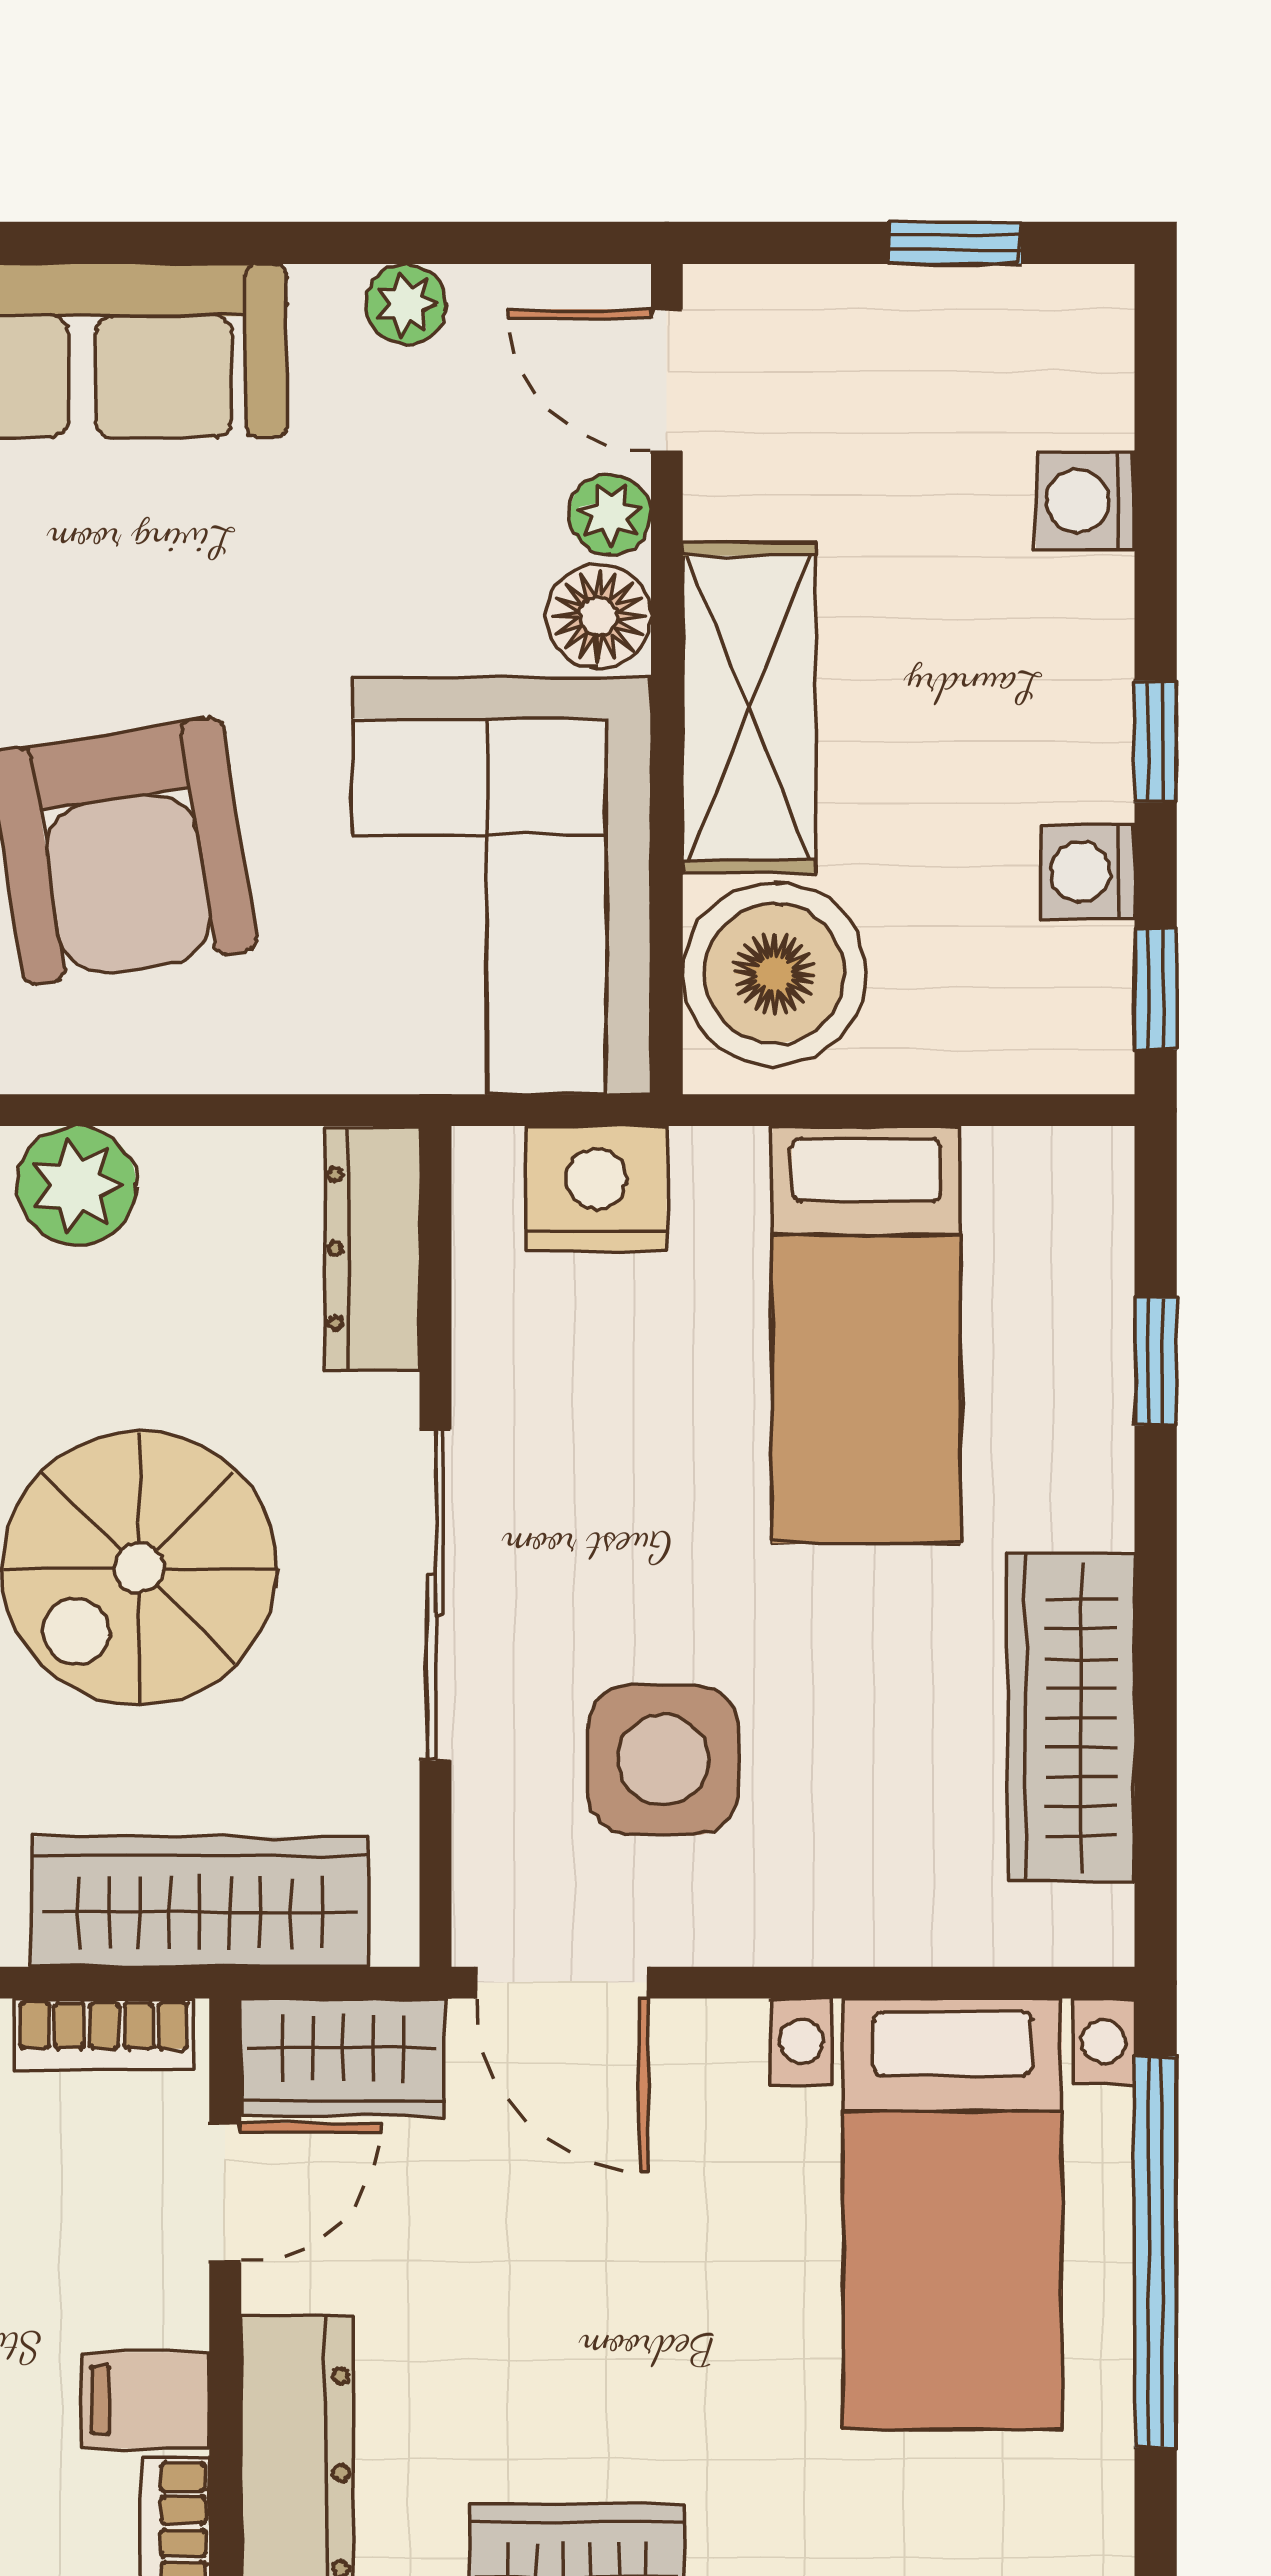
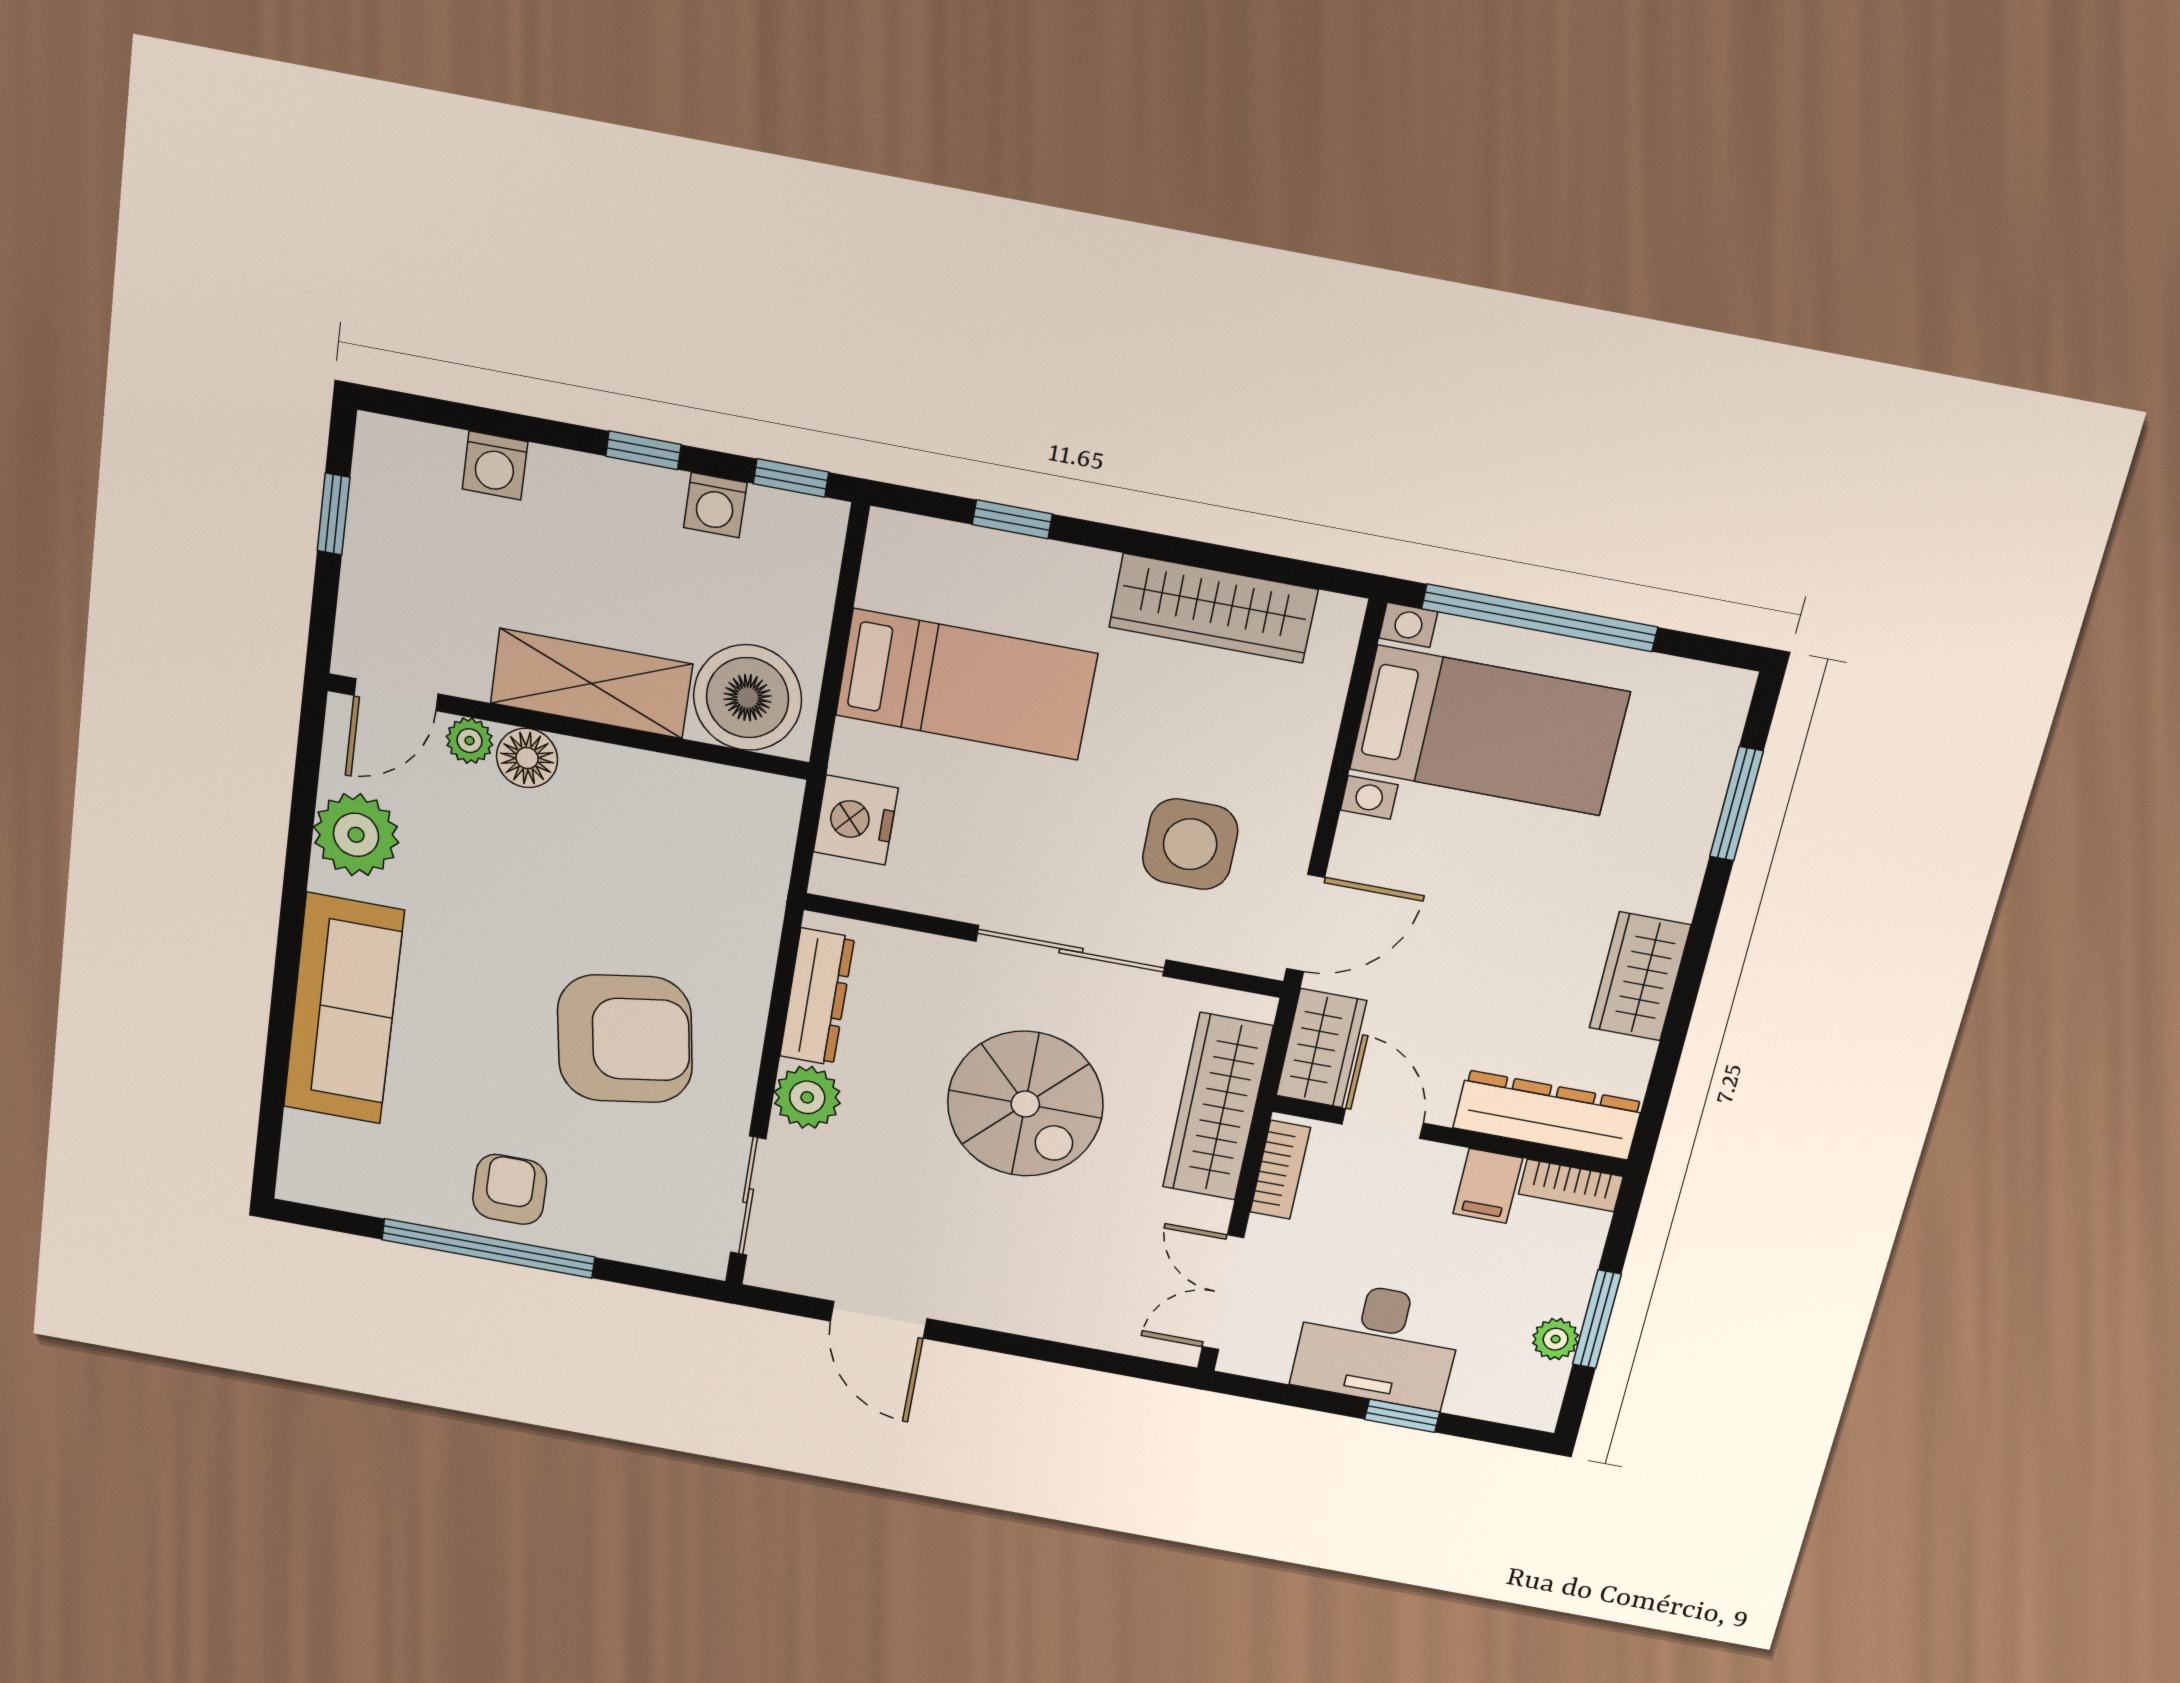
plant: (406, 304) -> (356, 835), width x1.88, depth x1.88
corner sofa: (502, 886) -> (674, 840), removed
dresser: (372, 1249) -> (817, 997), moved, turned -90

